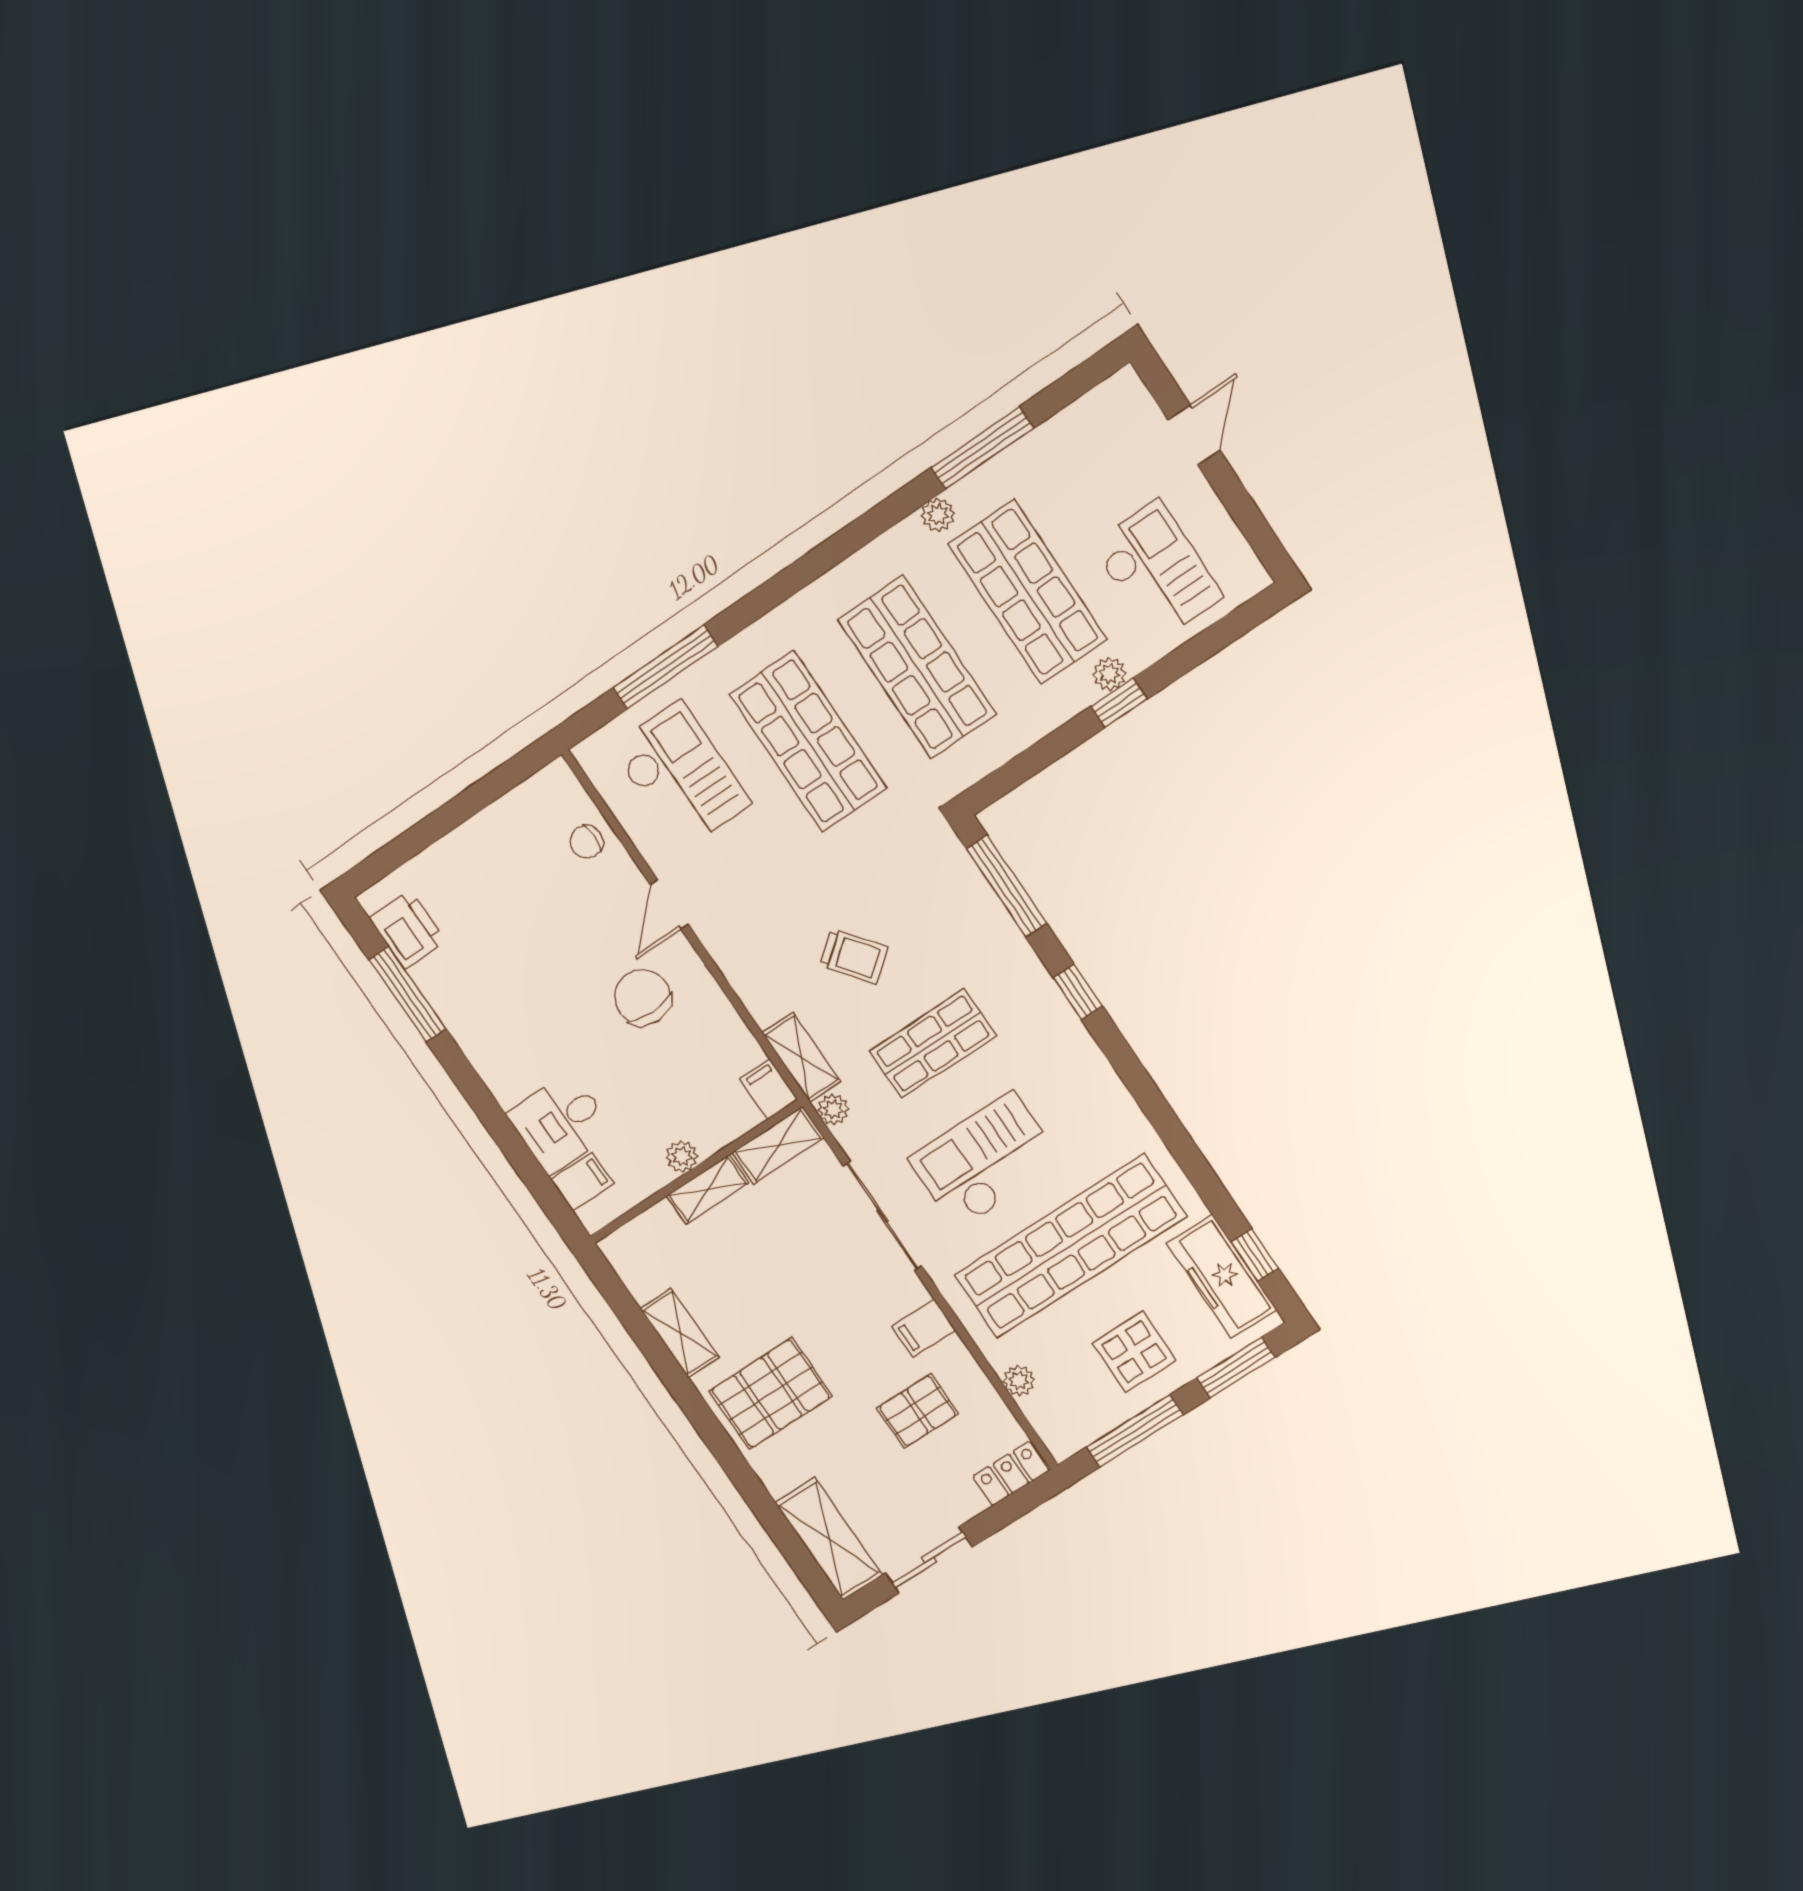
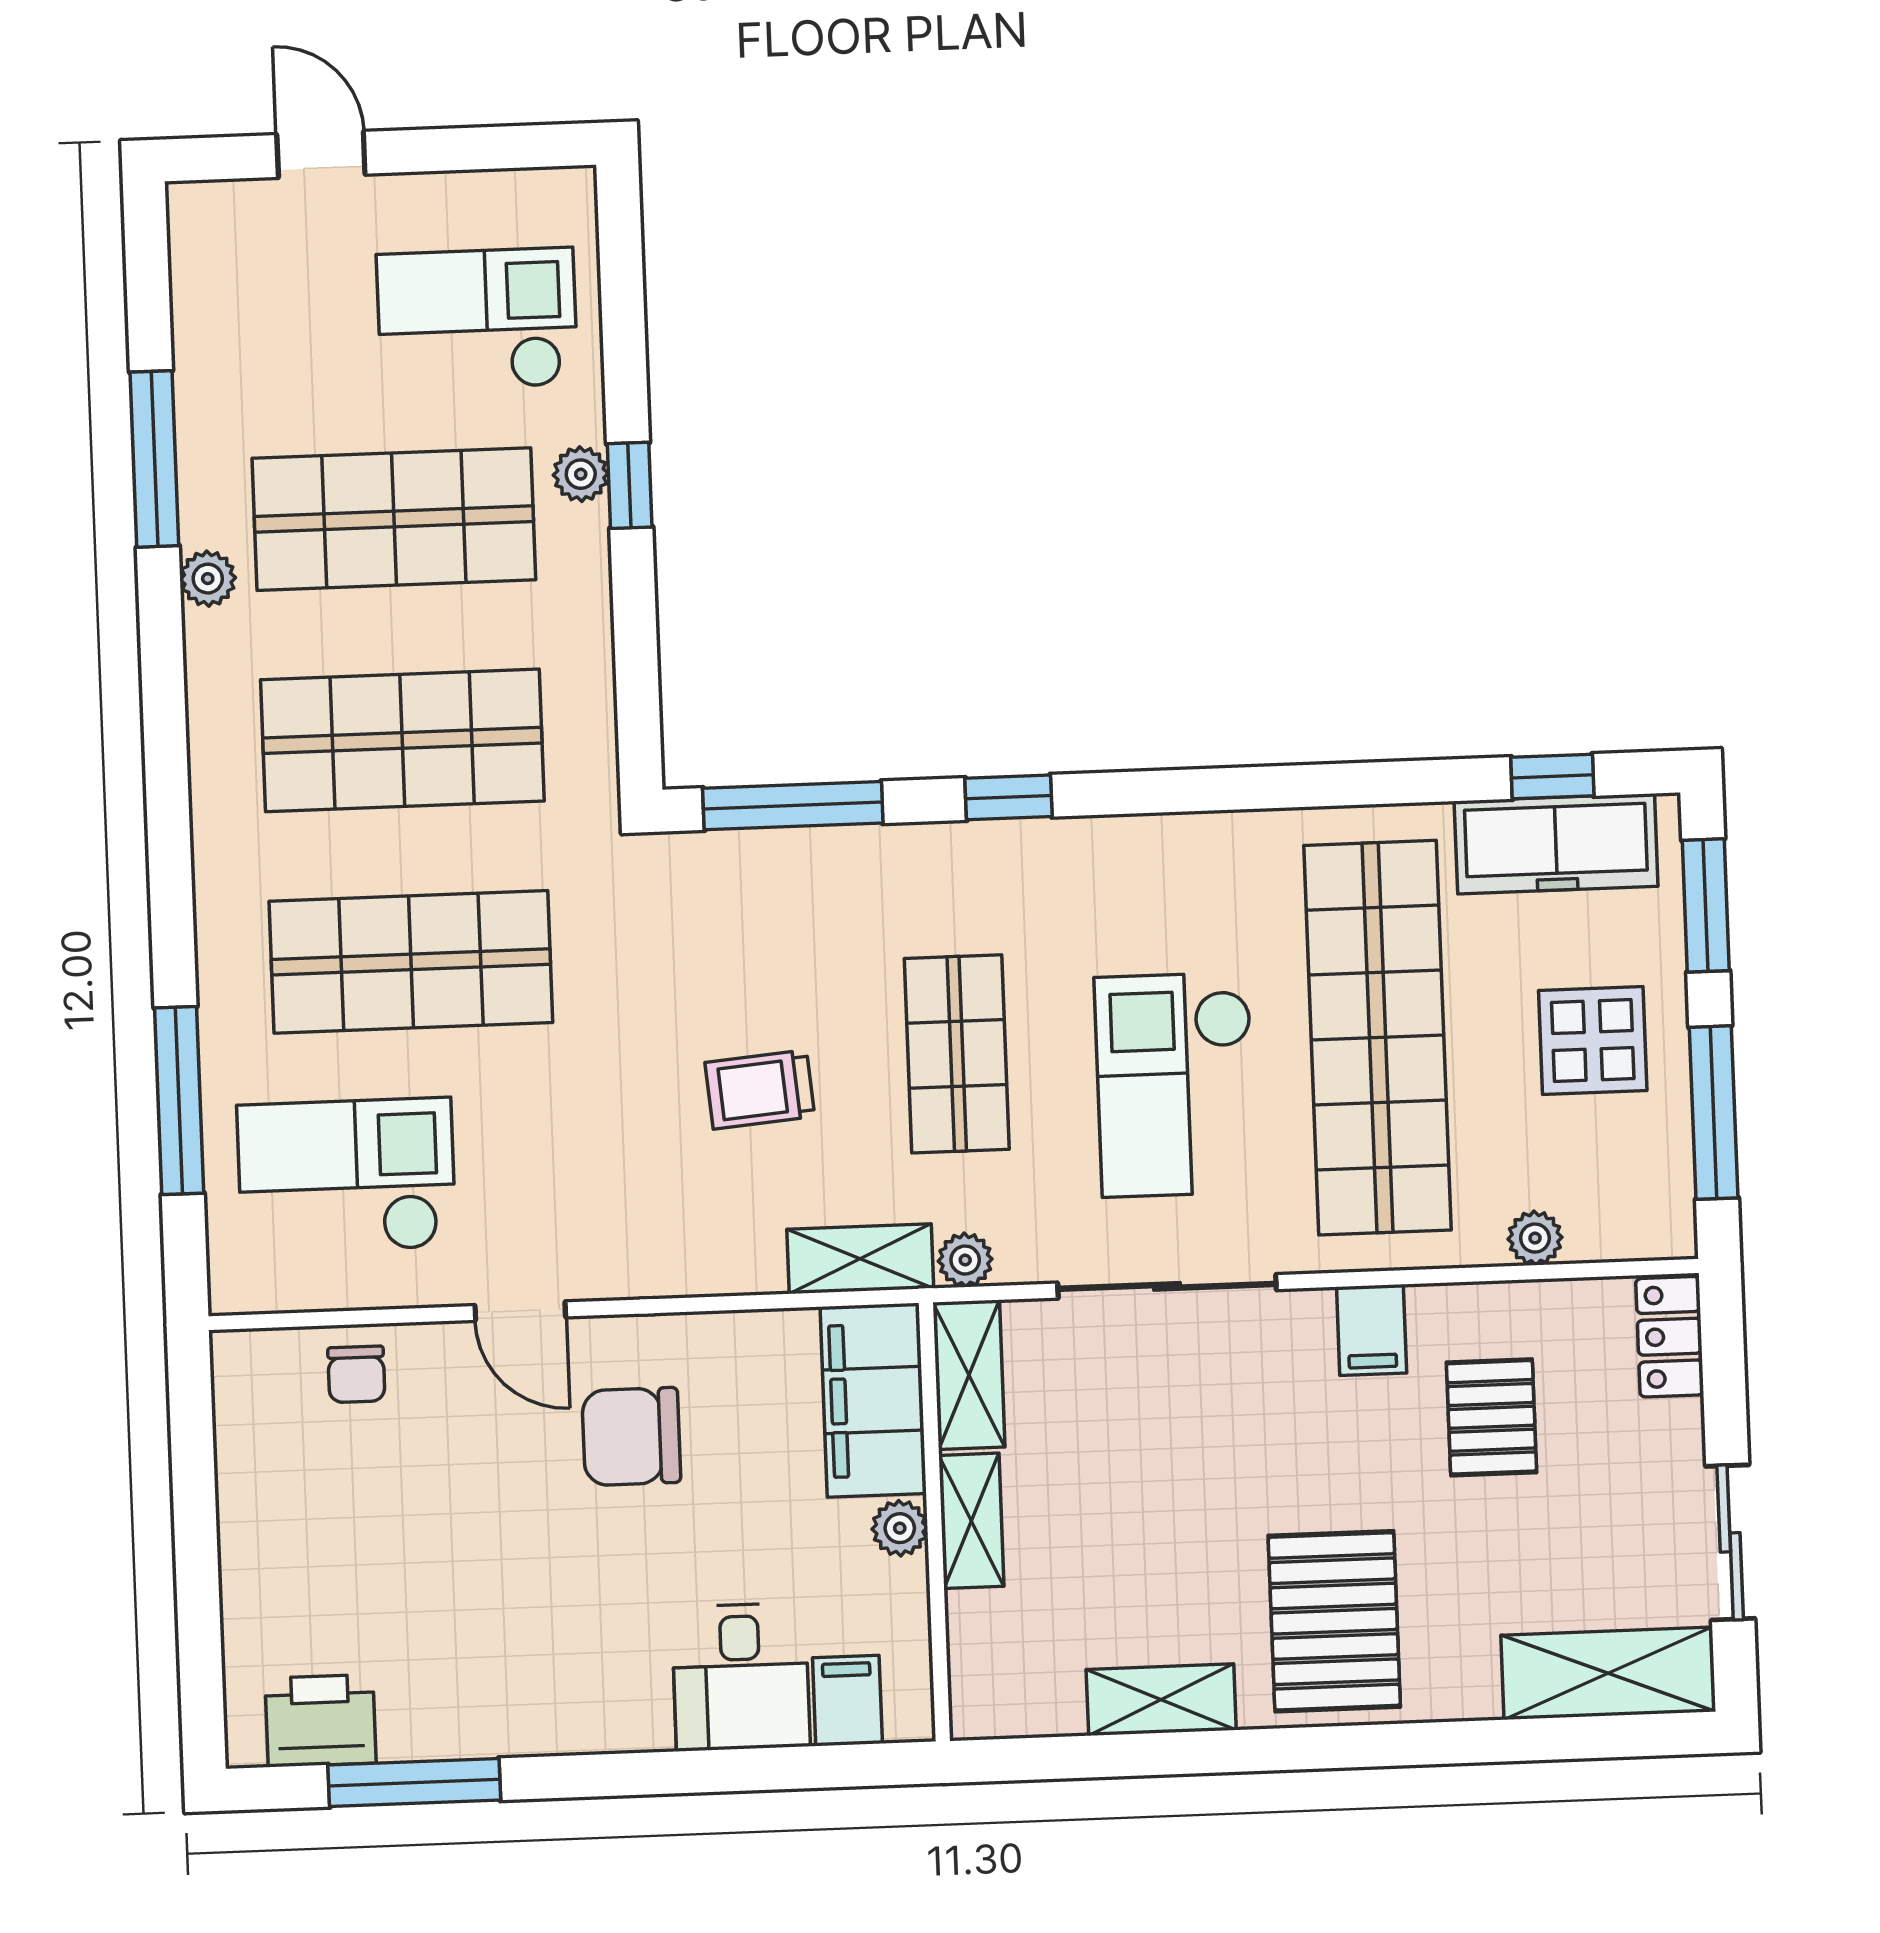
trolley: (854, 956) -> (760, 1089), turned -147
filing cabinet: (769, 1089) -> (873, 1400), width x3.00, depth x1.17

